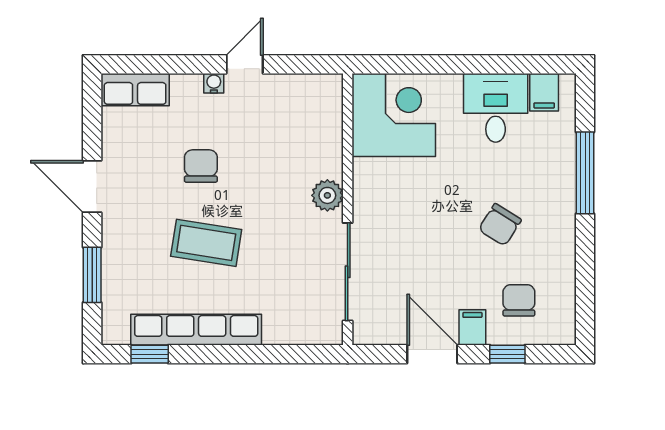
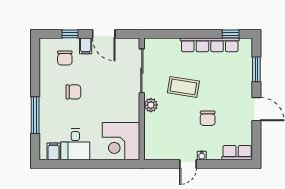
chair: (500, 225) -> (73, 92), turned 58
coffee table: (206, 243) -> (183, 87), moved

